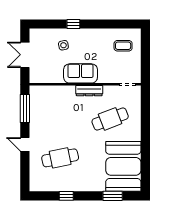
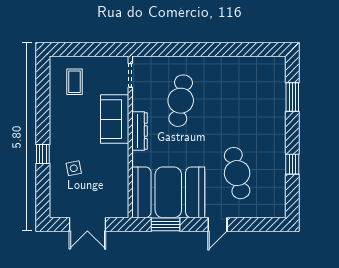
sofa: (81, 73) -> (115, 119), moved
window: (25, 109) -> (166, 224), width x0.69
cafe table: (110, 119) -> (181, 101), turned 30
booth: (123, 166) -> (168, 192), moved

